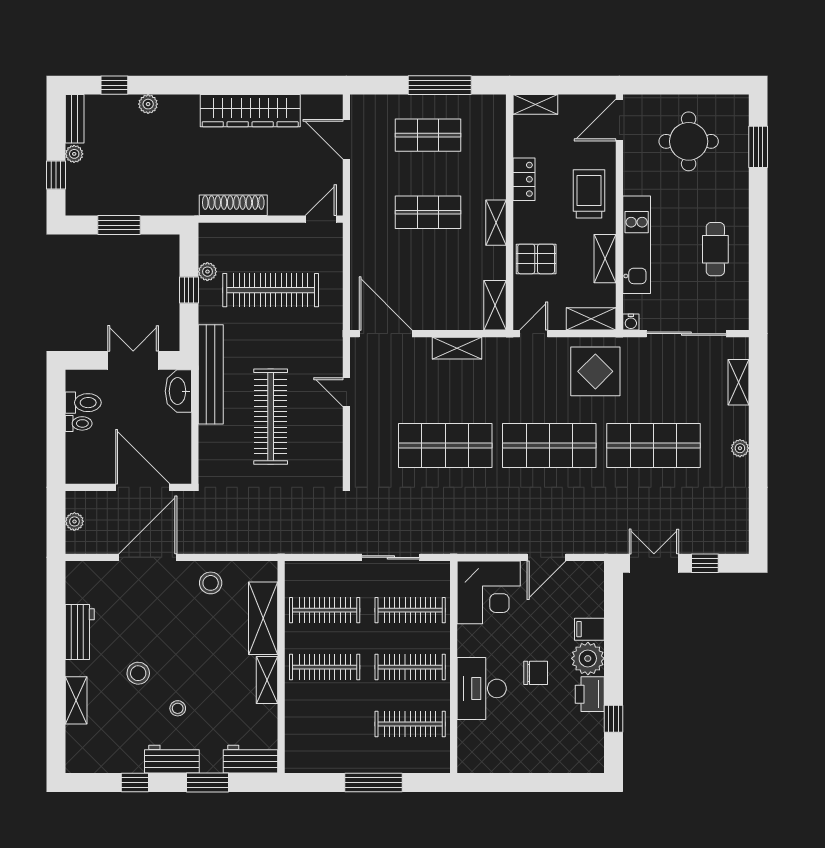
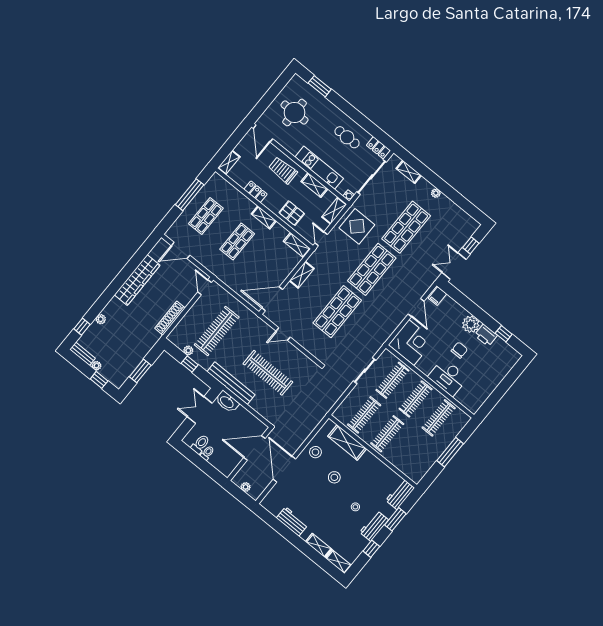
pallet: (536, 259) -> (292, 213), turned 90
locker: (738, 308) -> (378, 148), added
filing cabinet: (589, 629) -> (437, 296), moved
stool: (138, 673) -> (334, 477), moved
shelving: (267, 680) -> (339, 562), moved

